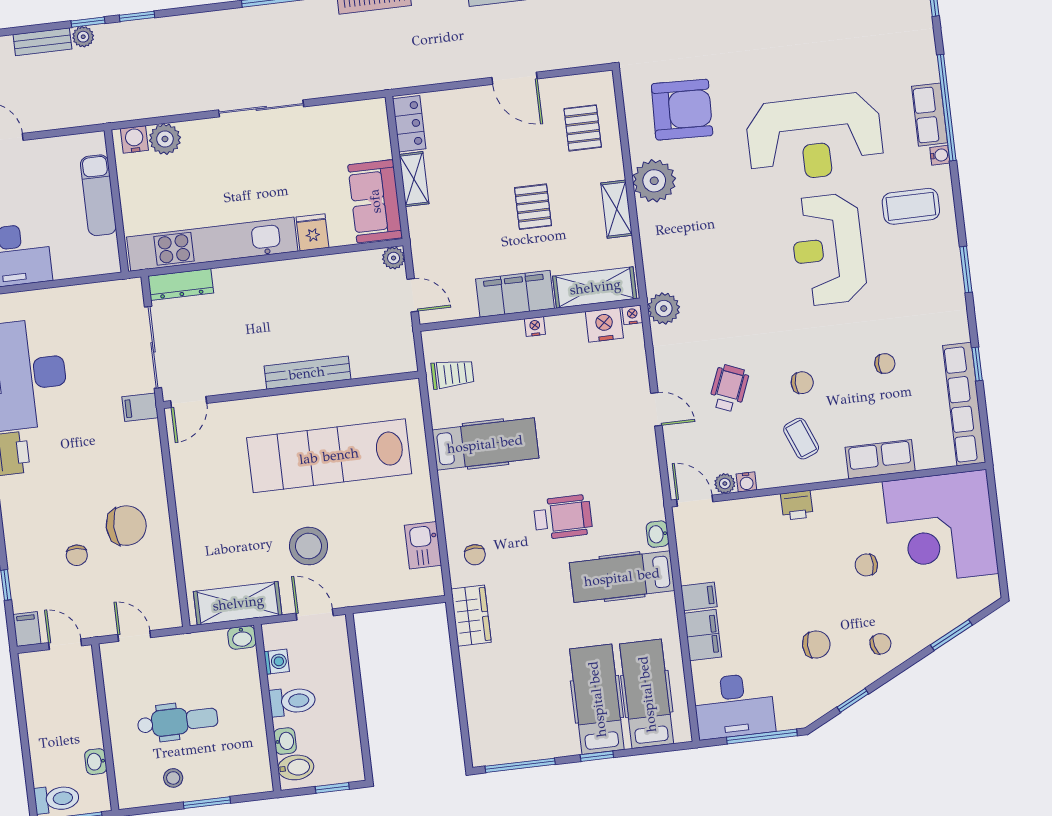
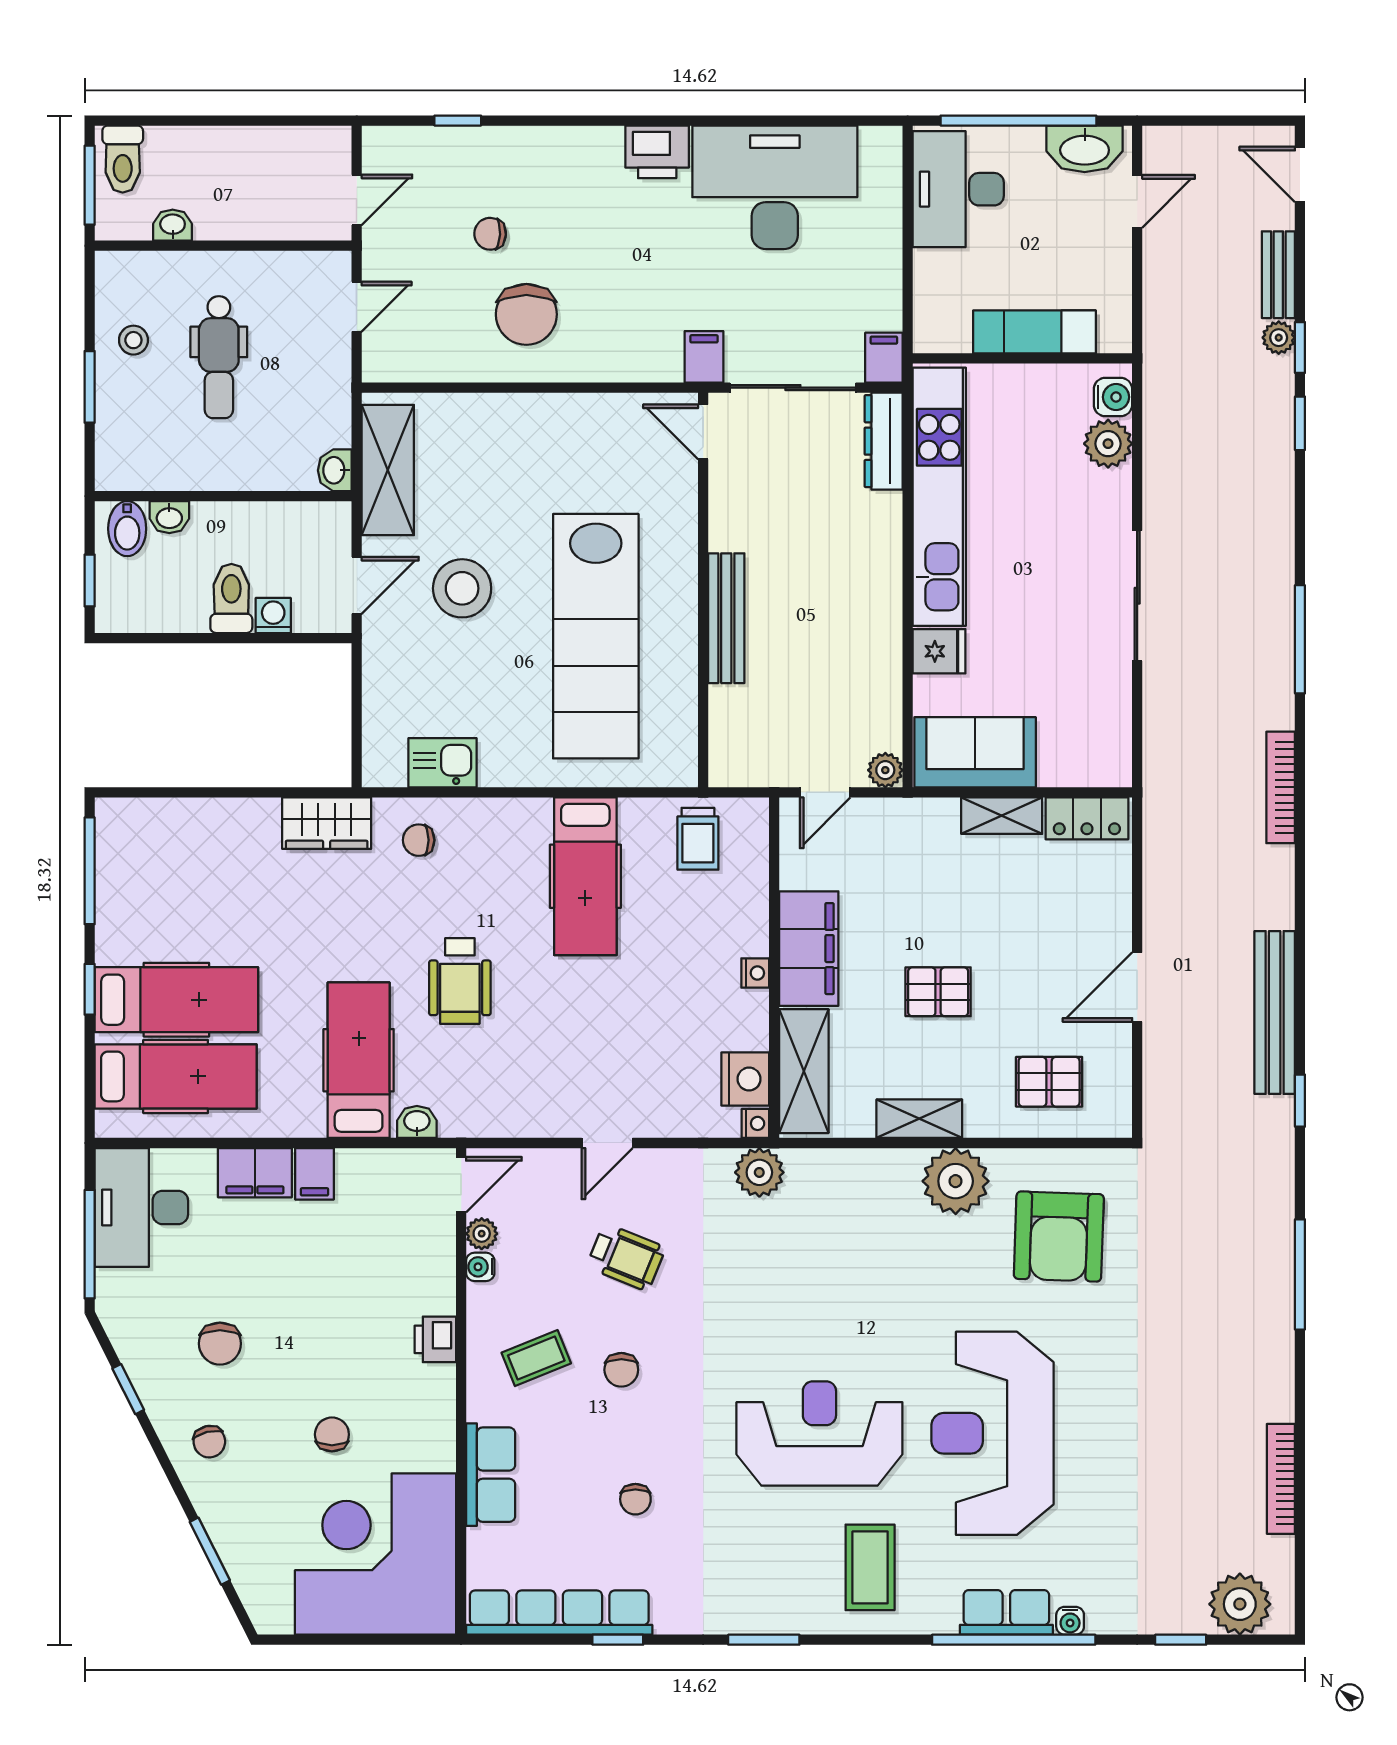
water cooler: (940, 155) -> (1070, 1621), moved
lab bench: (329, 456) -> (596, 636), turned 180
filing cabinet: (27, 629) -> (884, 358), moved, turned -90
washing machine: (277, 662) -> (273, 615), moved, turned 180
toilet: (292, 701) -> (231, 598), moved, turned 180

